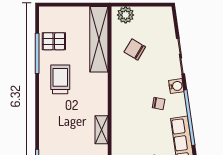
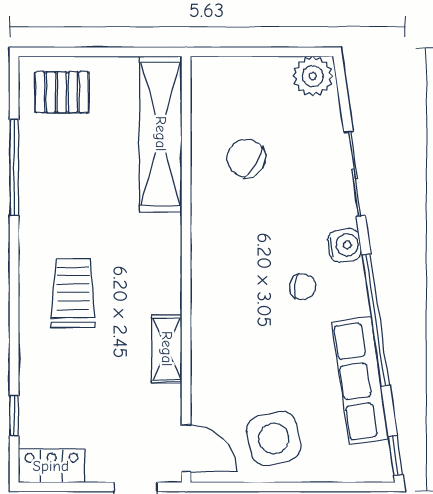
plant: (126, 15) -> (313, 76), moved
pallet: (54, 41) -> (62, 92), moved
trolley: (60, 79) -> (73, 293), moved

